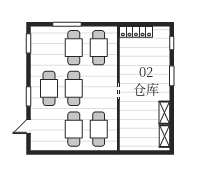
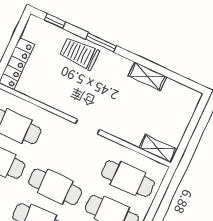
trolley: (159, 66) -> (79, 54), added
shelving: (165, 136) -> (158, 148), moved

